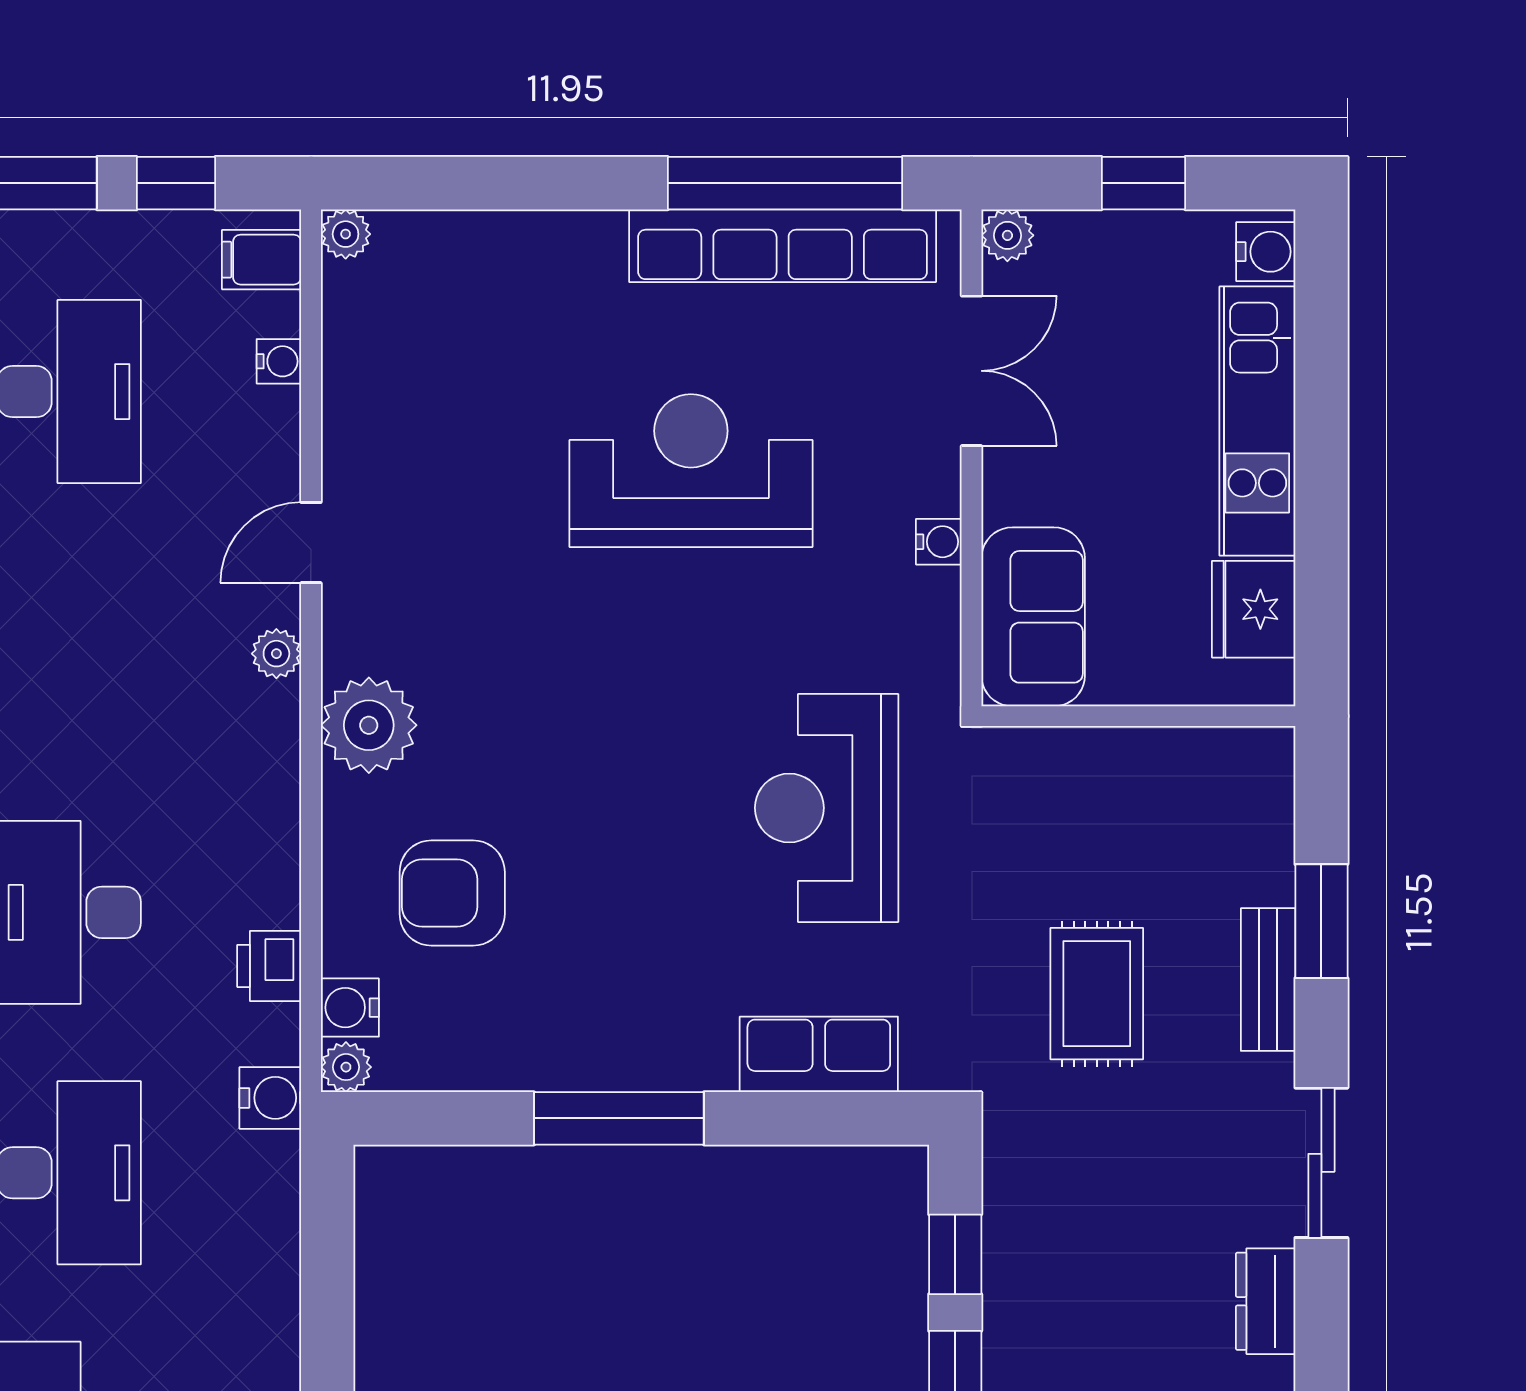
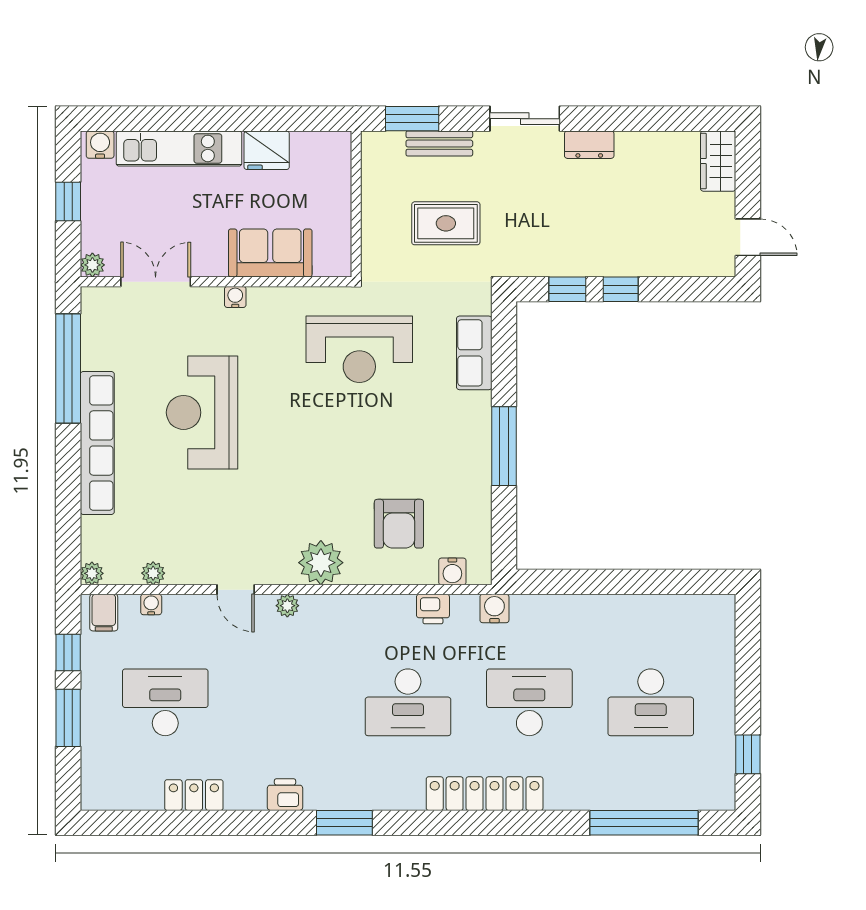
row of seats: (783, 246) -> (97, 443), moved
wall: (1138, 716) -> (356, 204), moved
plant: (346, 1067) -> (153, 573), moved

